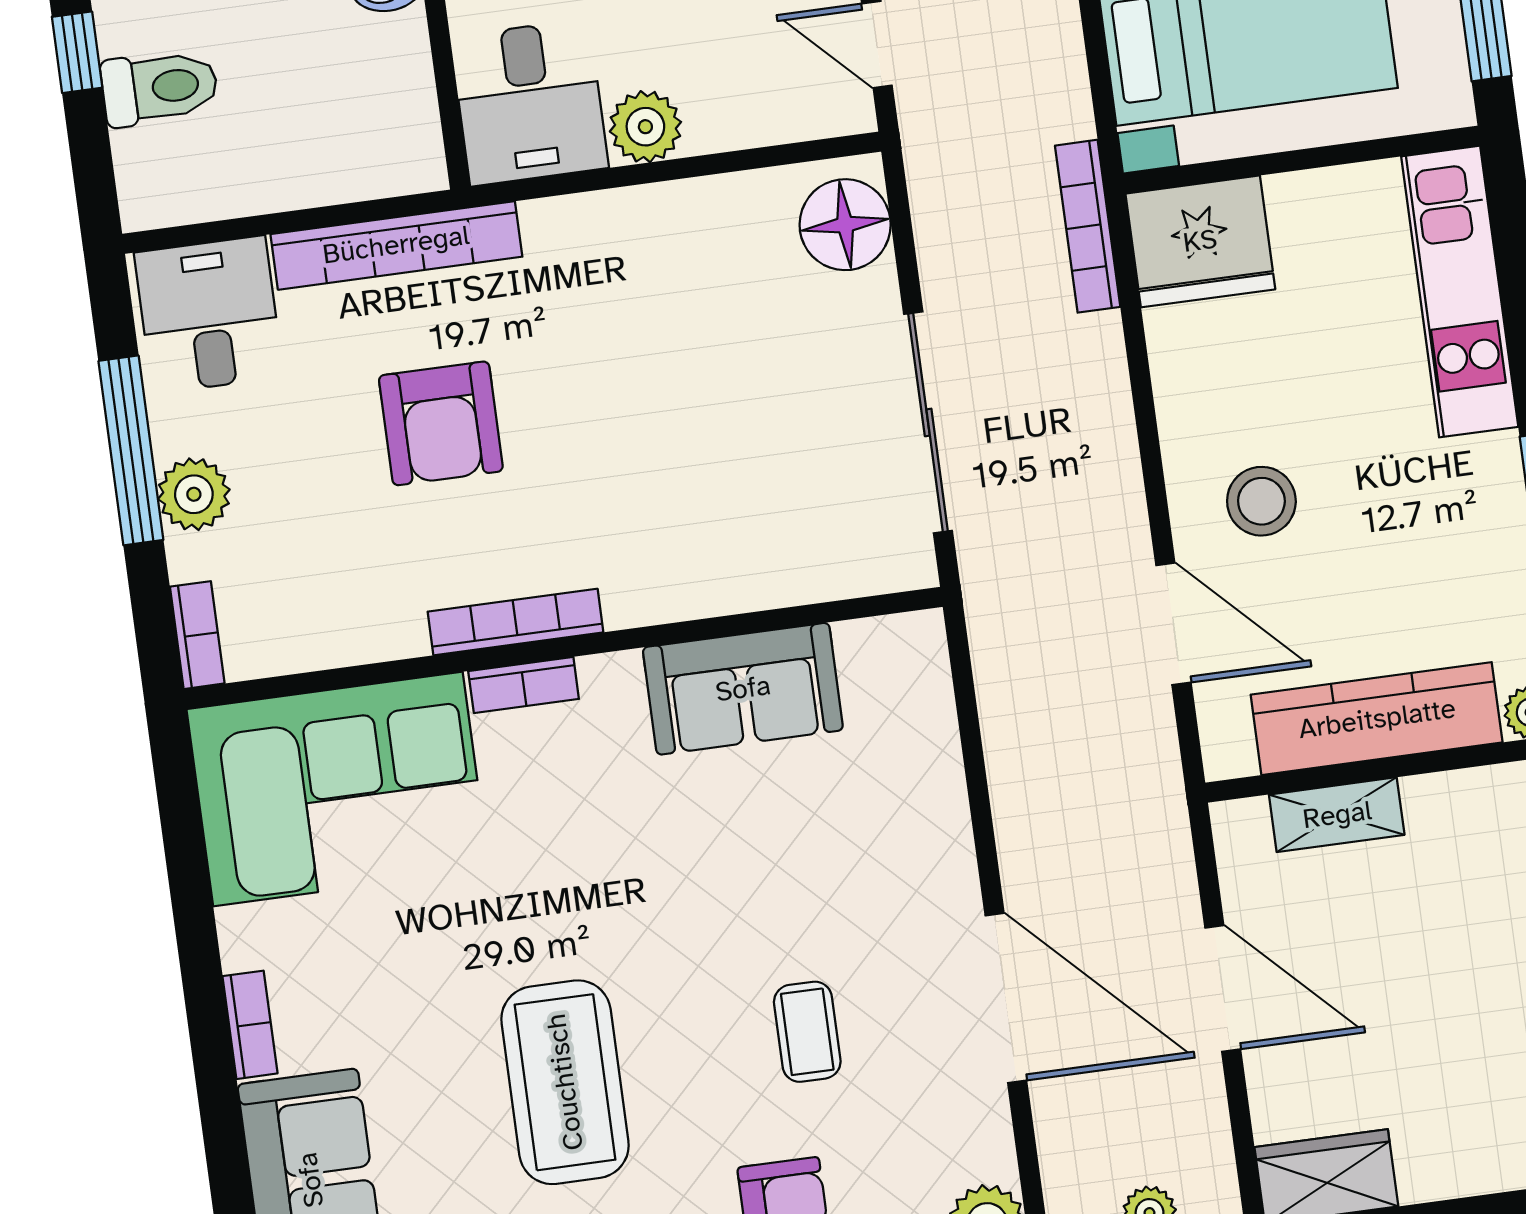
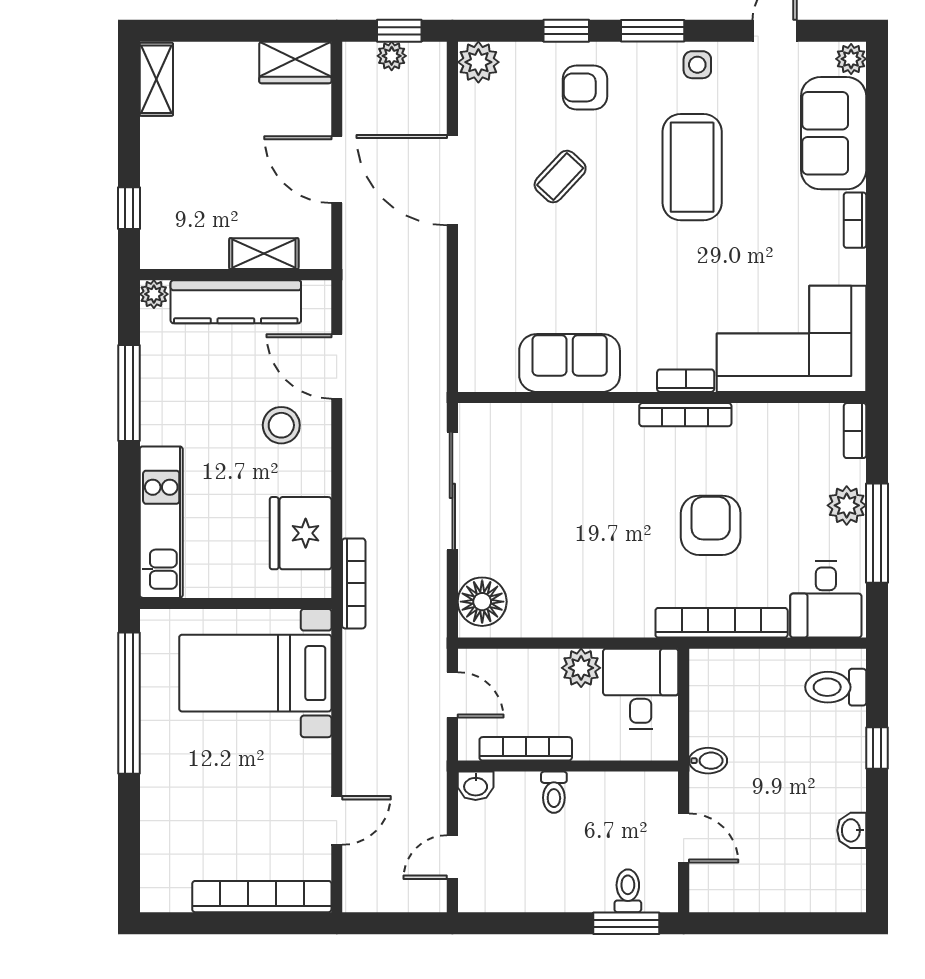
toilet: (160, 88) -> (836, 687), moved
fridge: (1200, 241) -> (301, 533), moved, turned -90
coffee table: (807, 1032) -> (560, 177), turned 43

